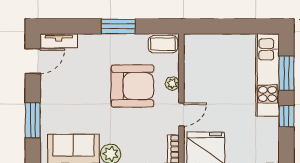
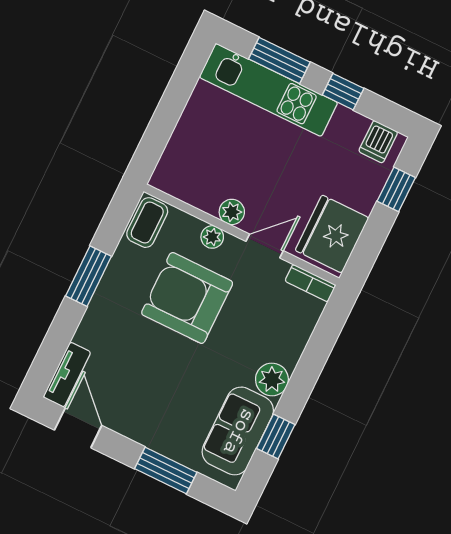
armchair: (132, 86) -> (187, 298), turned -90
plant: (191, 87) -> (232, 212), added
door: (181, 114) -> (265, 246), hinge flipped
dishwasher: (268, 149) -> (378, 142), added

